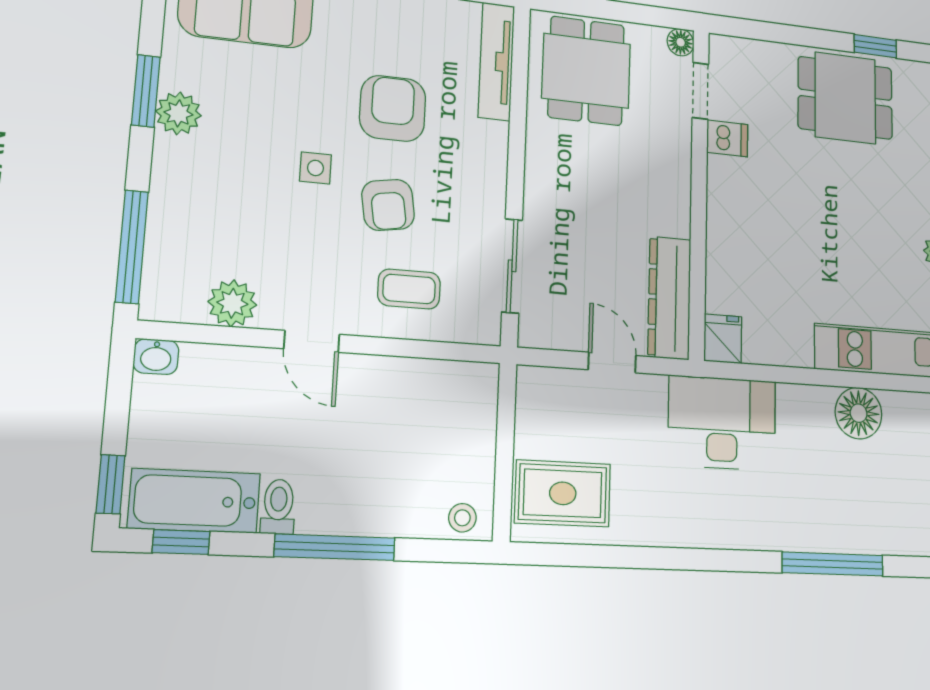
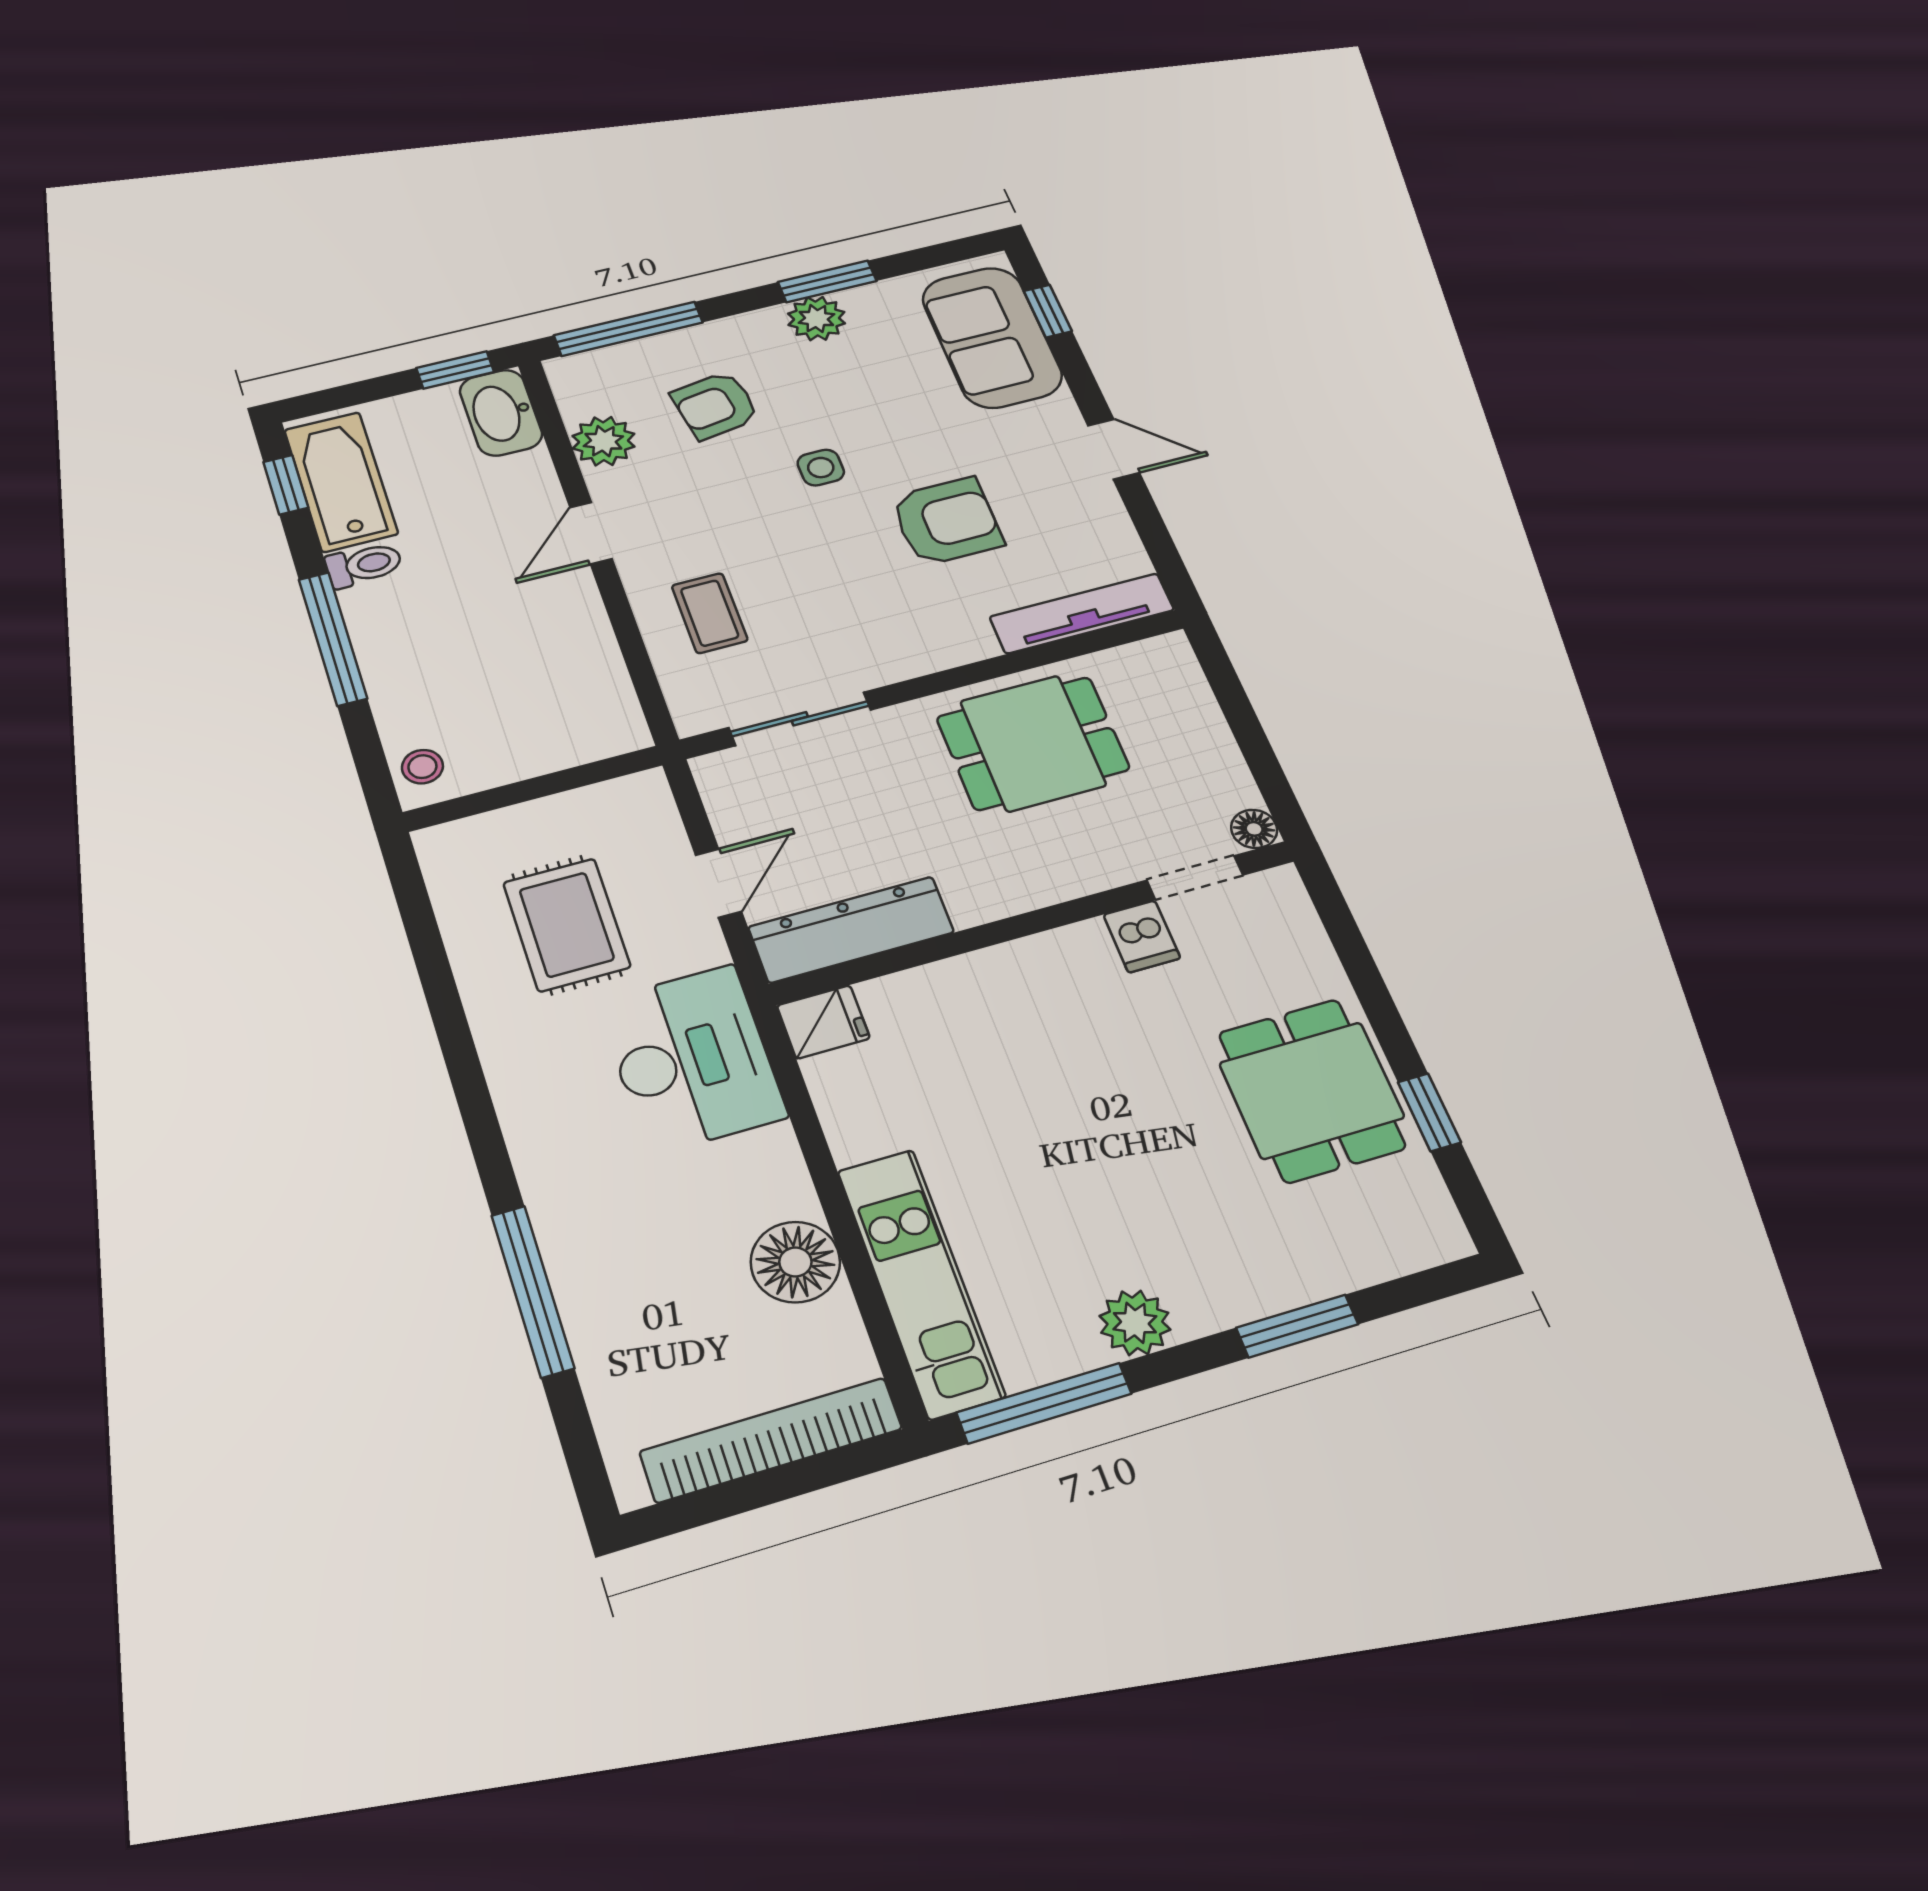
dining table: (586, 71) -> (1033, 743), moved
armchair: (388, 205) -> (715, 405), moved
washbasin: (156, 357) -> (501, 413), width x1.91, depth x1.45
window: (111, 484) -> (455, 370), moved
rug: (563, 493) -> (567, 925), moved

